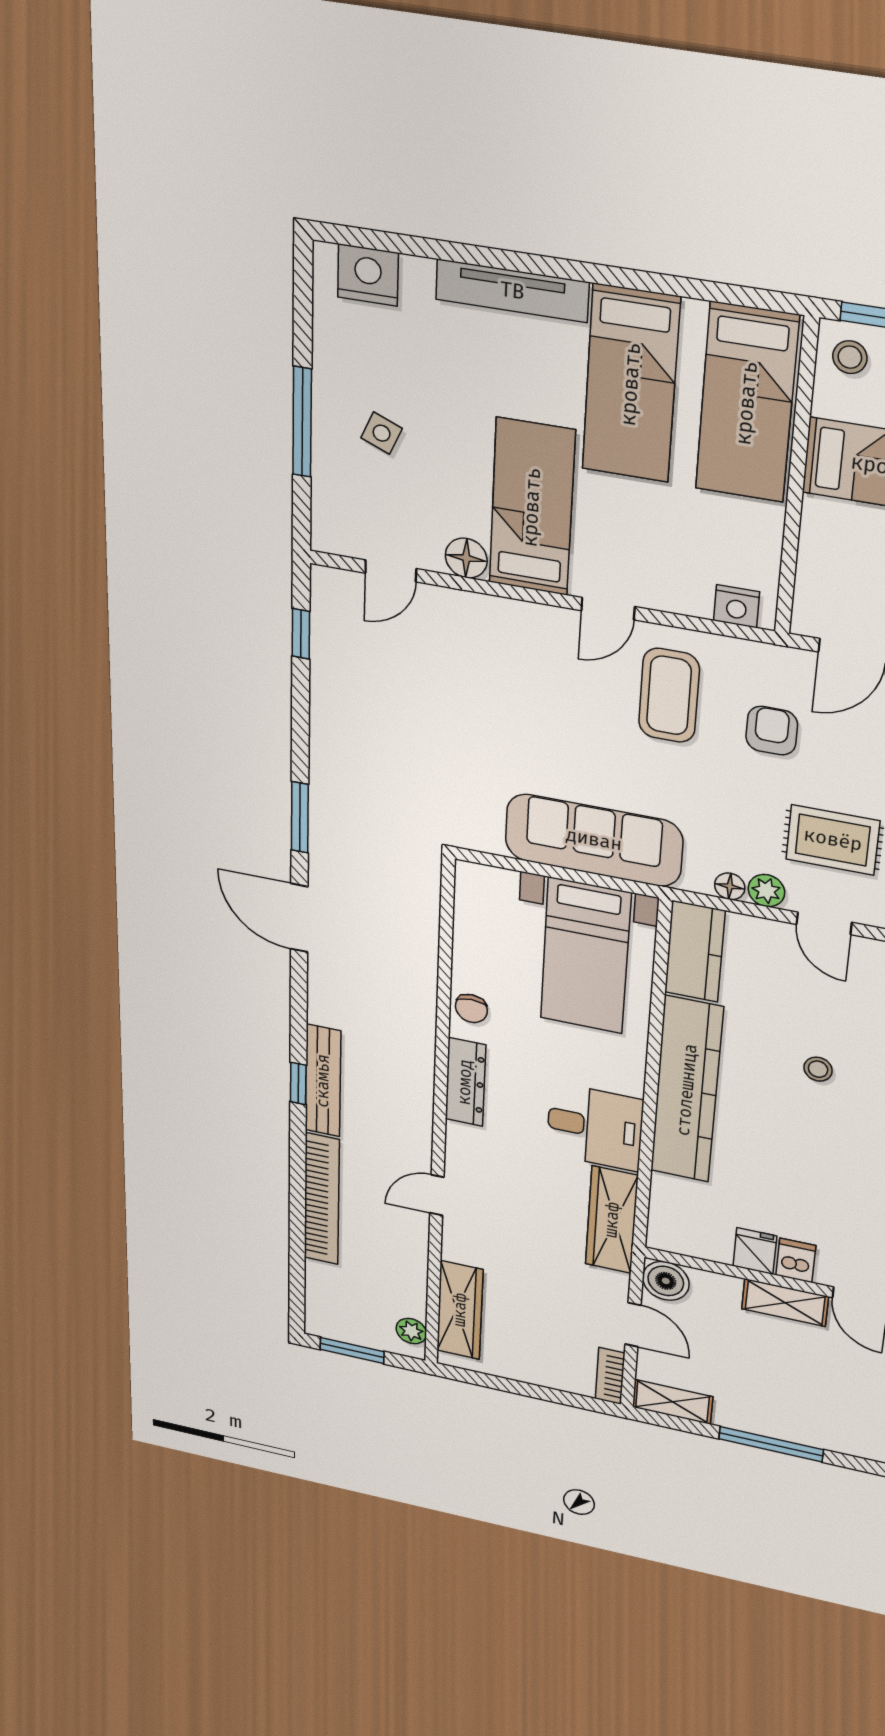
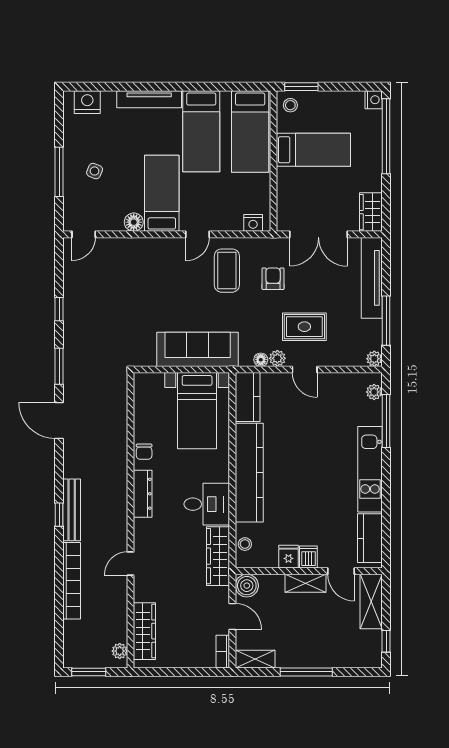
door: (391, 571) -> (84, 234), moved
window: (301, 634) -> (59, 309), moved
stool: (818, 1069) -> (245, 544), moved

